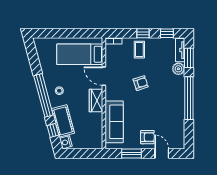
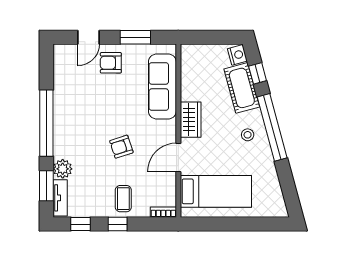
door: (104, 76) -> (178, 158), swing flipped
door: (162, 154) -> (88, 37), hinge flipped

